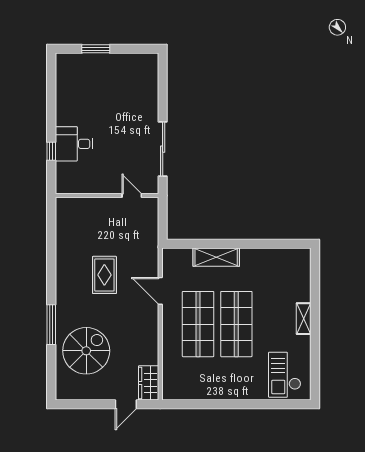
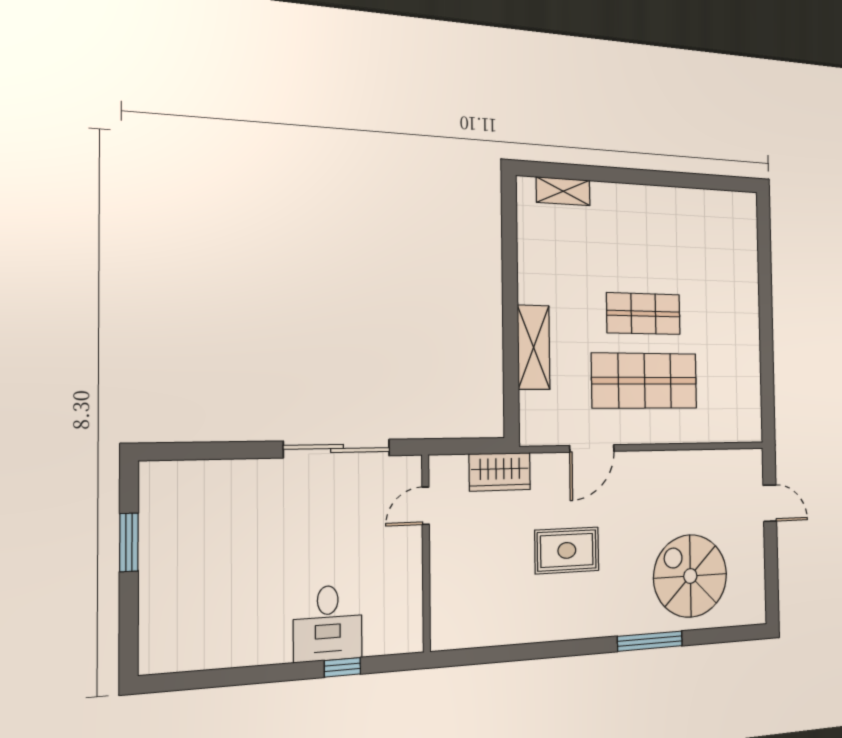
window: (96, 49) -> (129, 542), moved
shelving: (304, 319) -> (563, 191), moved
shop shelf: (236, 324) -> (644, 314), width x0.70, depth x0.74
checkout: (285, 375) -> (720, 234), removed
wardrobe: (149, 383) -> (500, 472), moved

